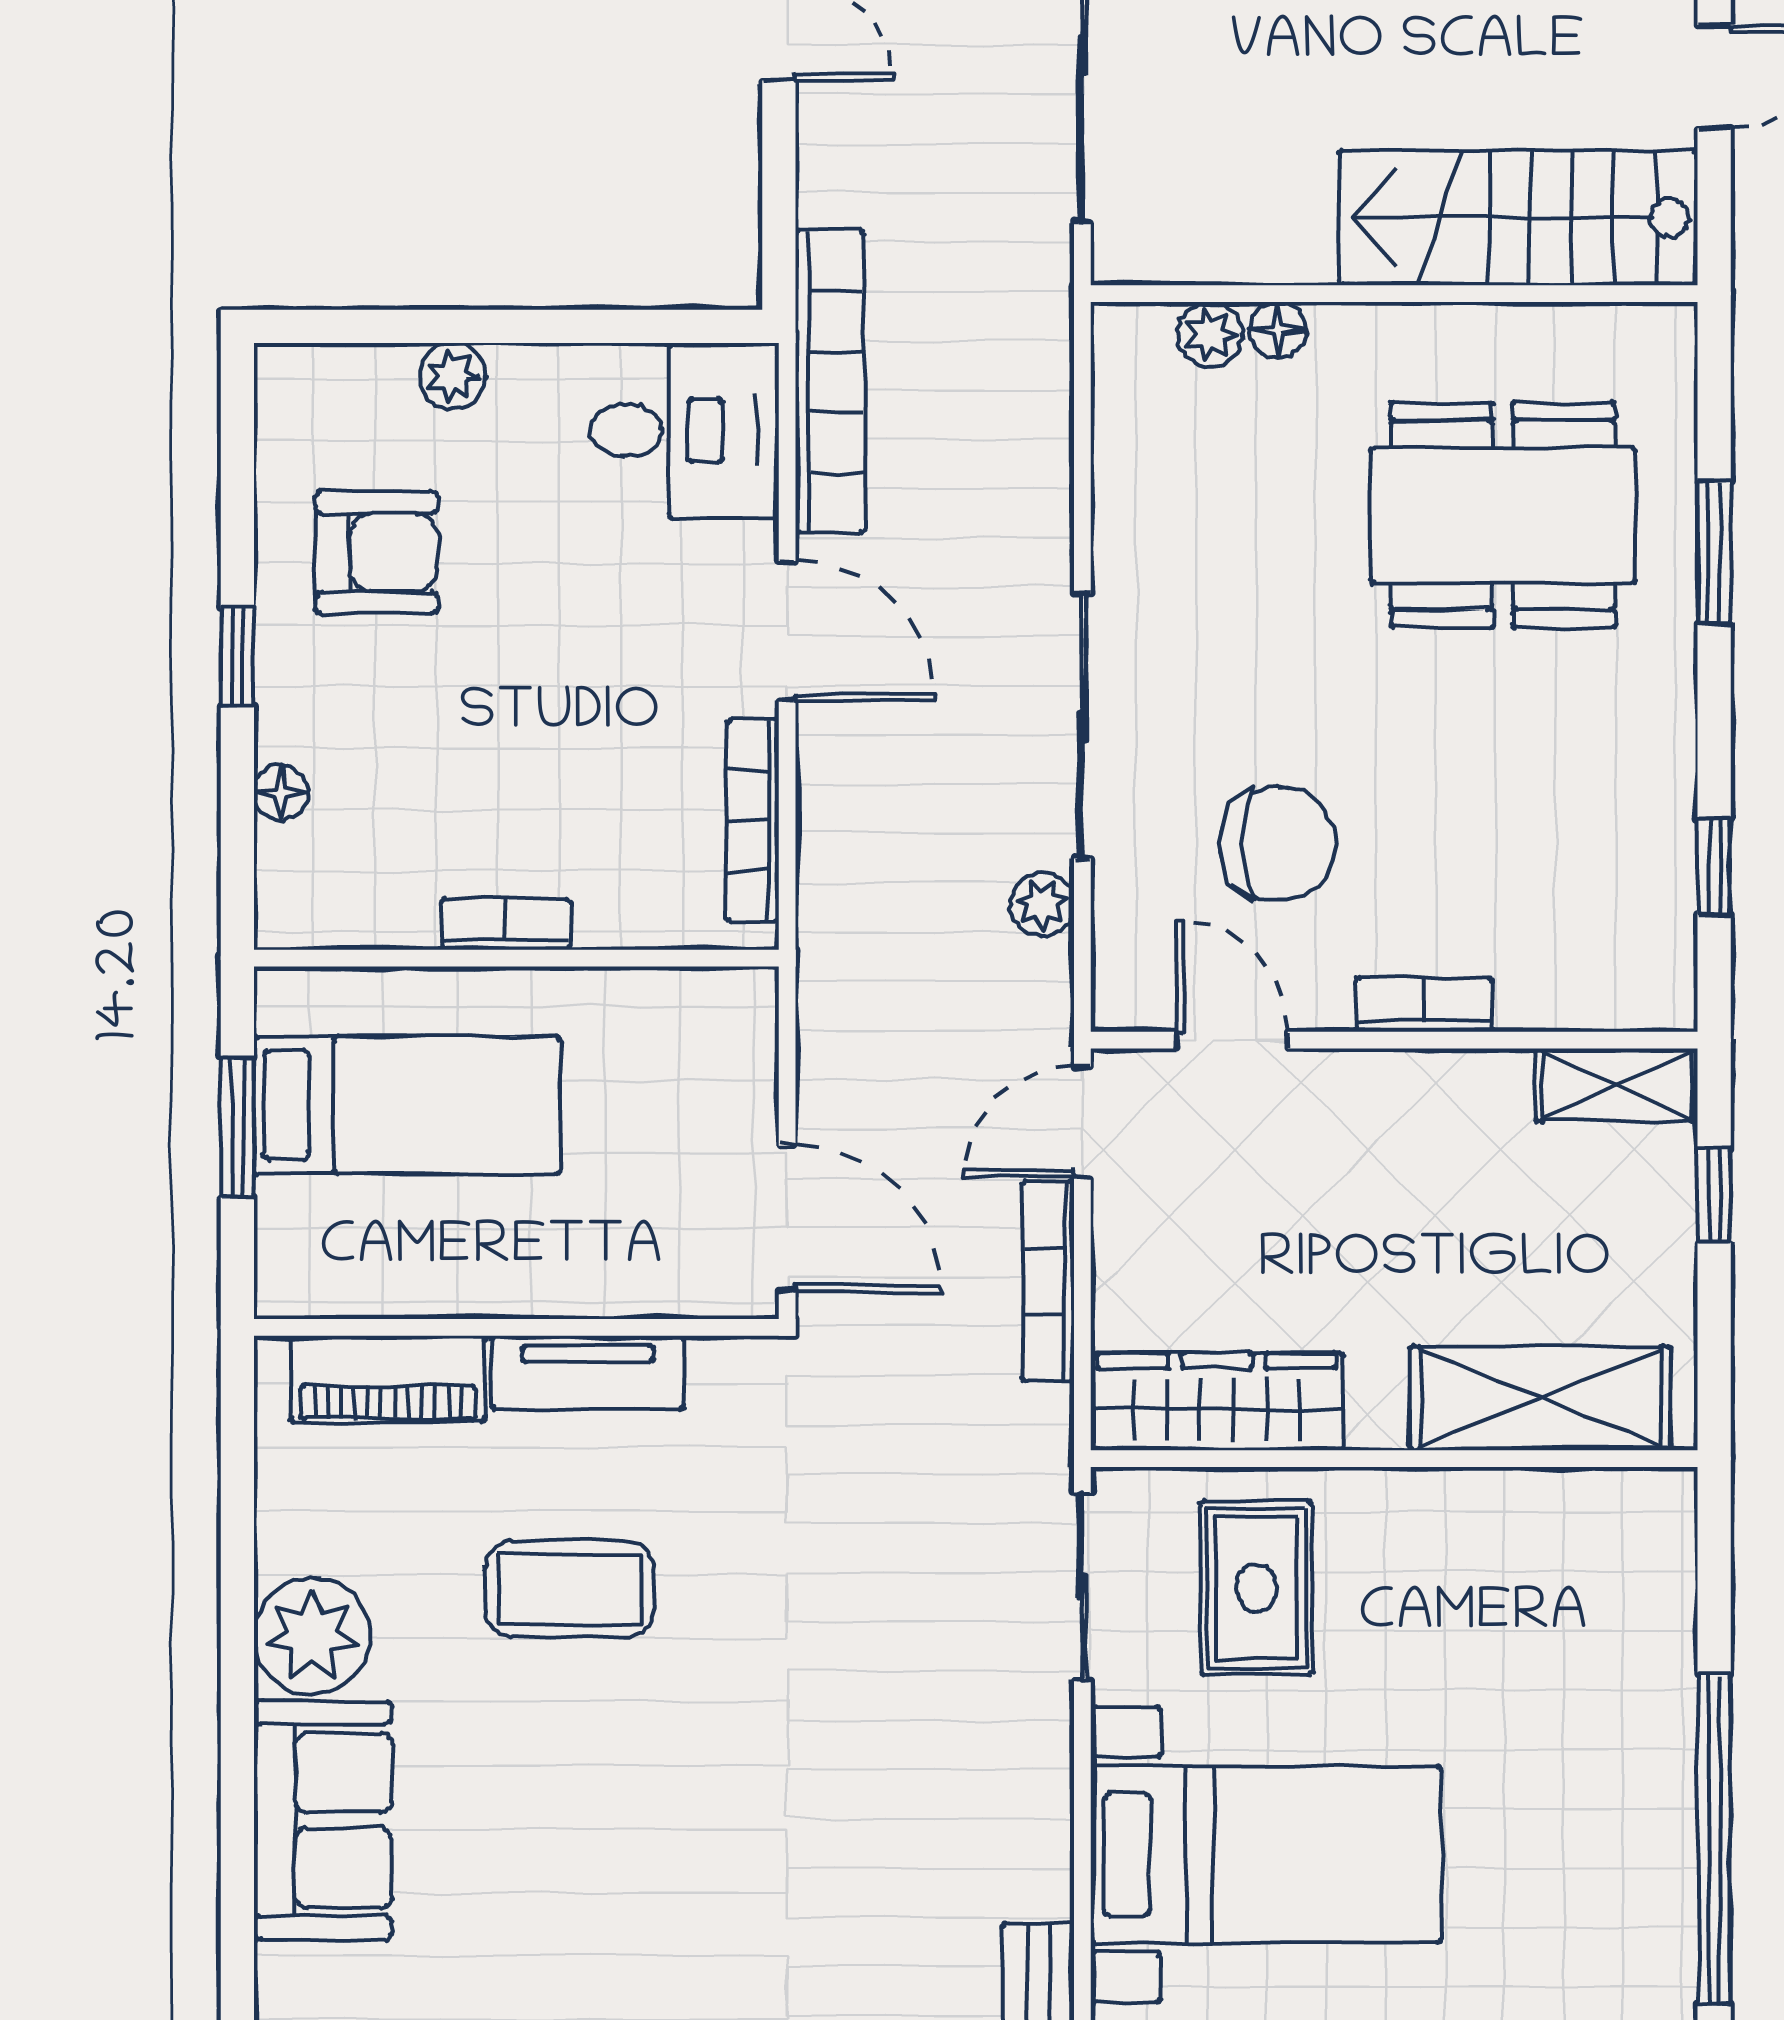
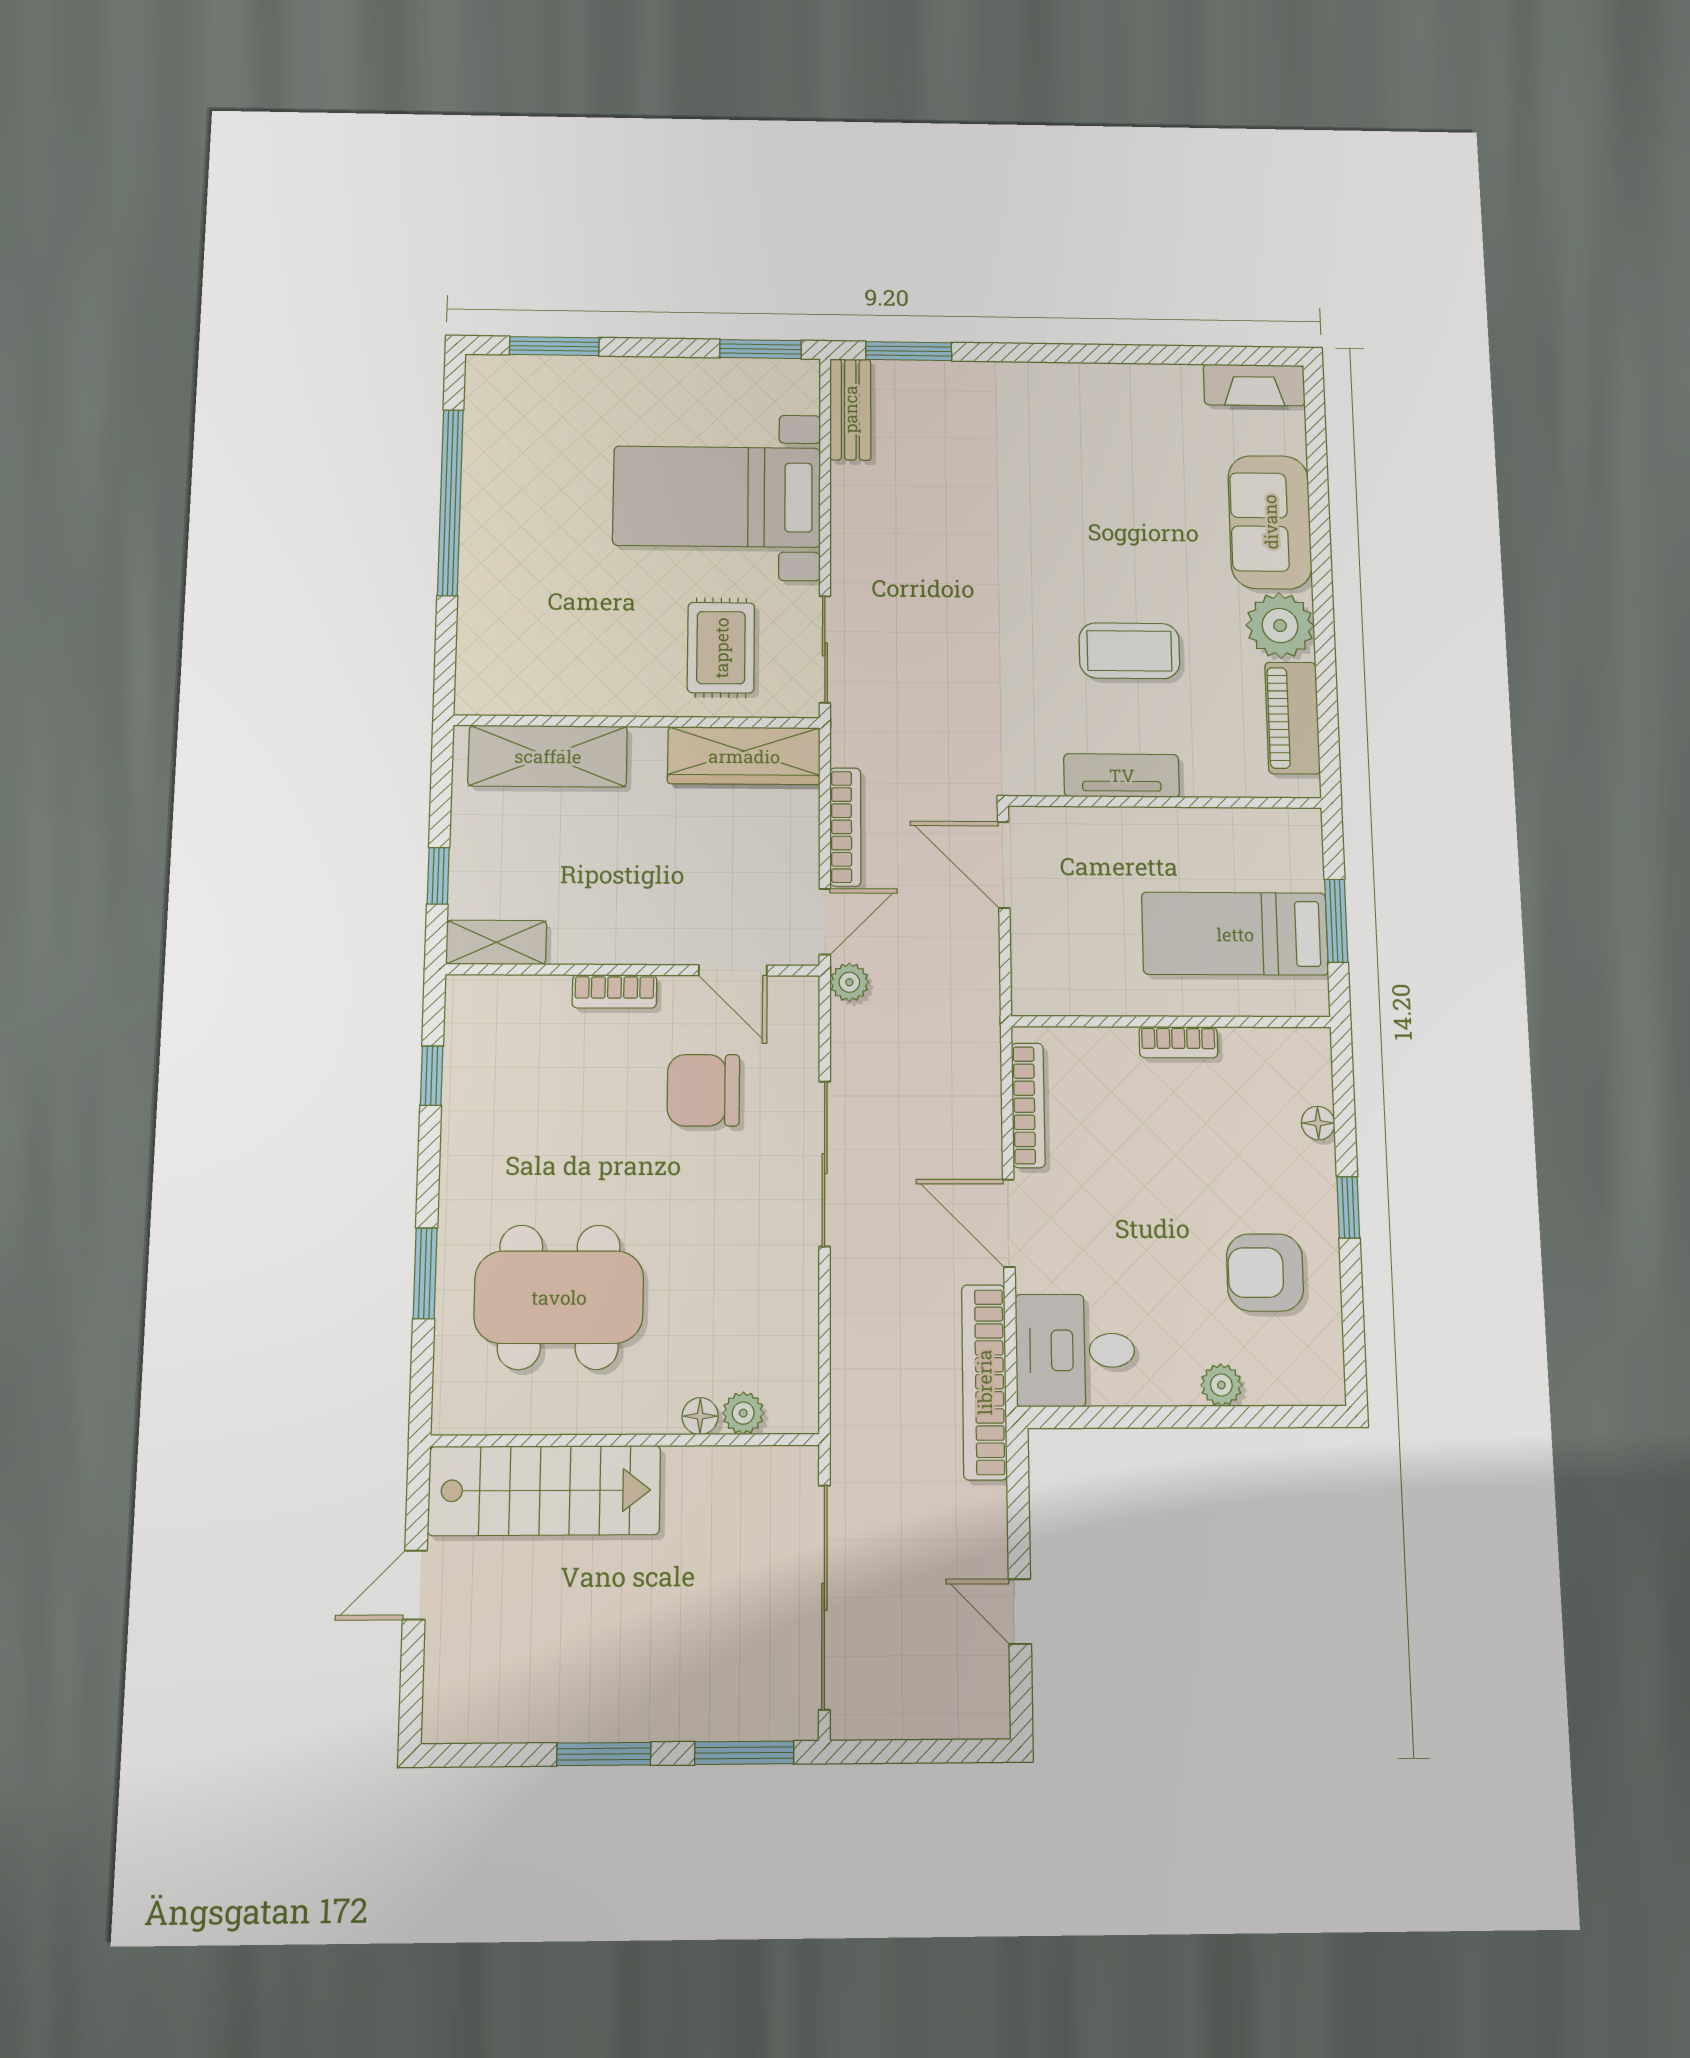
plant: (1042, 904) -> (849, 982), moved
piano: (388, 1379) -> (1292, 718), moved, turned -90

